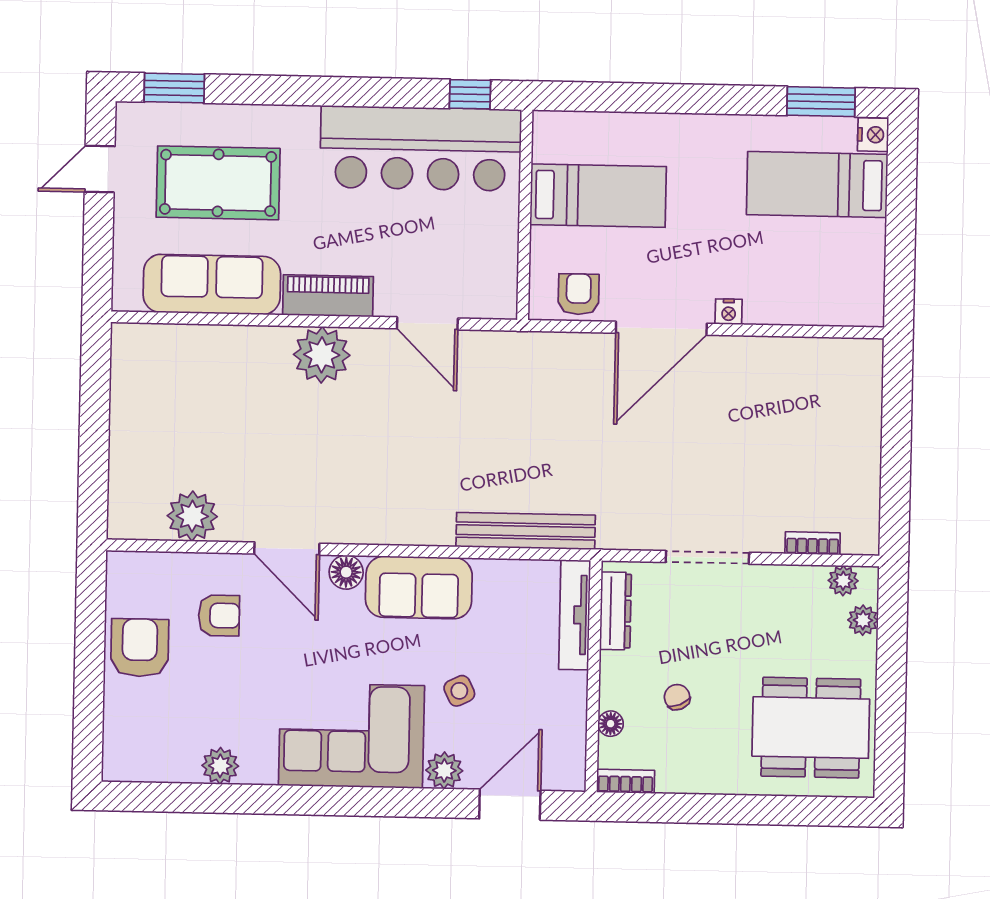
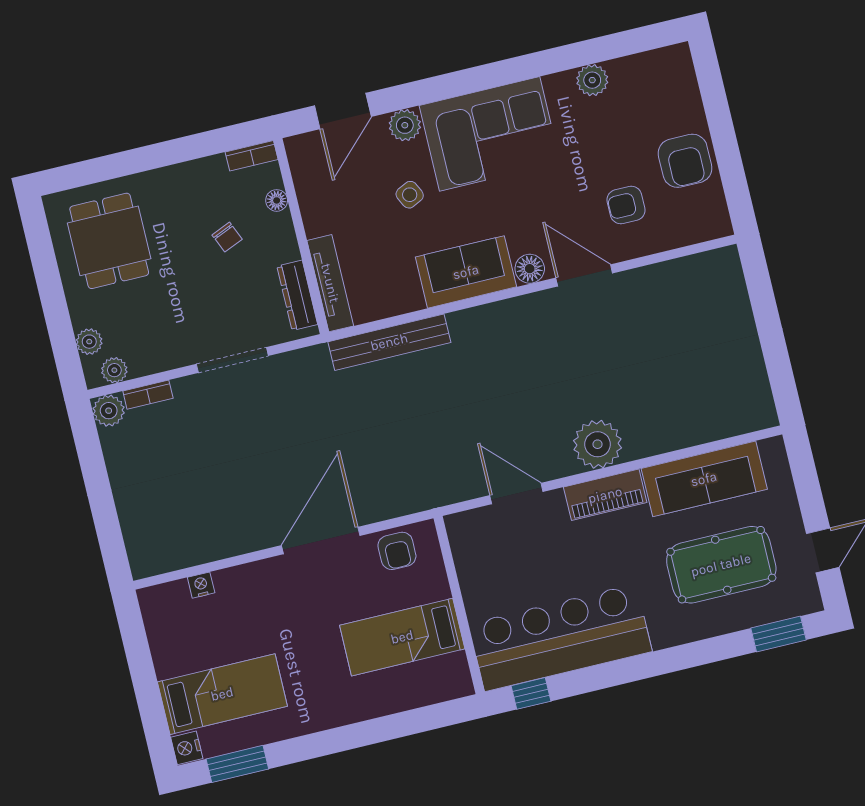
nightstand: (729, 312) -> (201, 585), moved
plant: (192, 516) -> (109, 411), moved, width x0.73, depth x0.73
dining table: (811, 728) -> (109, 241), width x0.73

